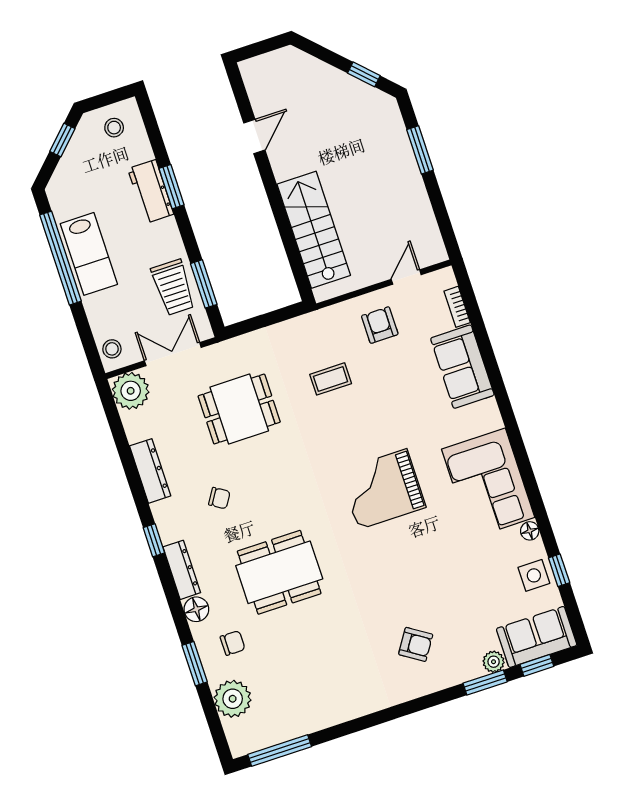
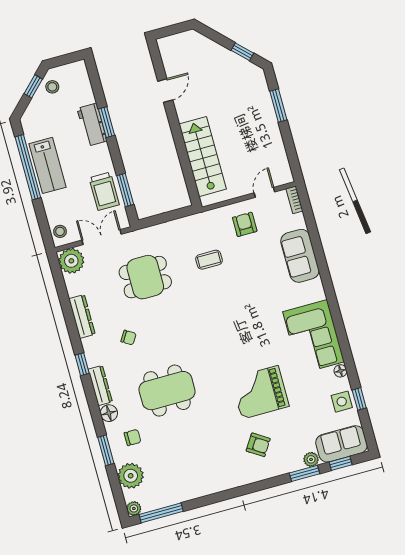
stool: (114, 128) -> (52, 87), moved
bookcase: (457, 307) -> (294, 200), moved
grand piano: (383, 489) -> (260, 392), moved
plant: (240, 746) -> (134, 508), added

